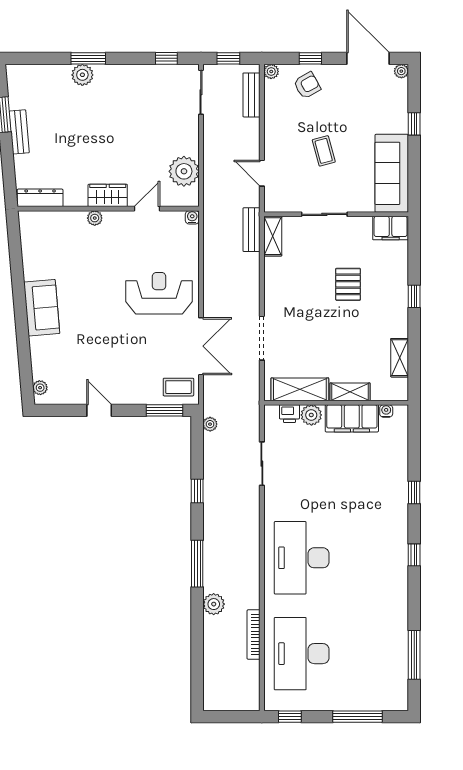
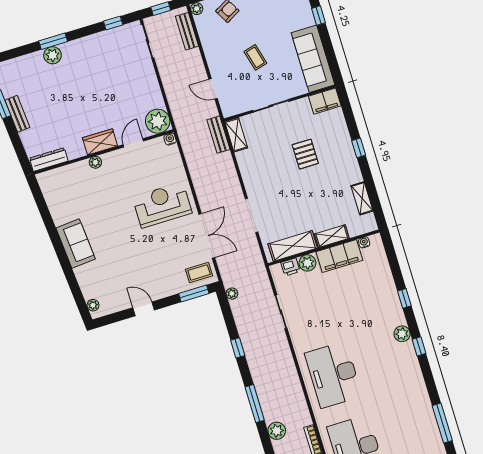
plant: (184, 171) -> (158, 121), moved
plant: (398, 534) -> (402, 334), added

